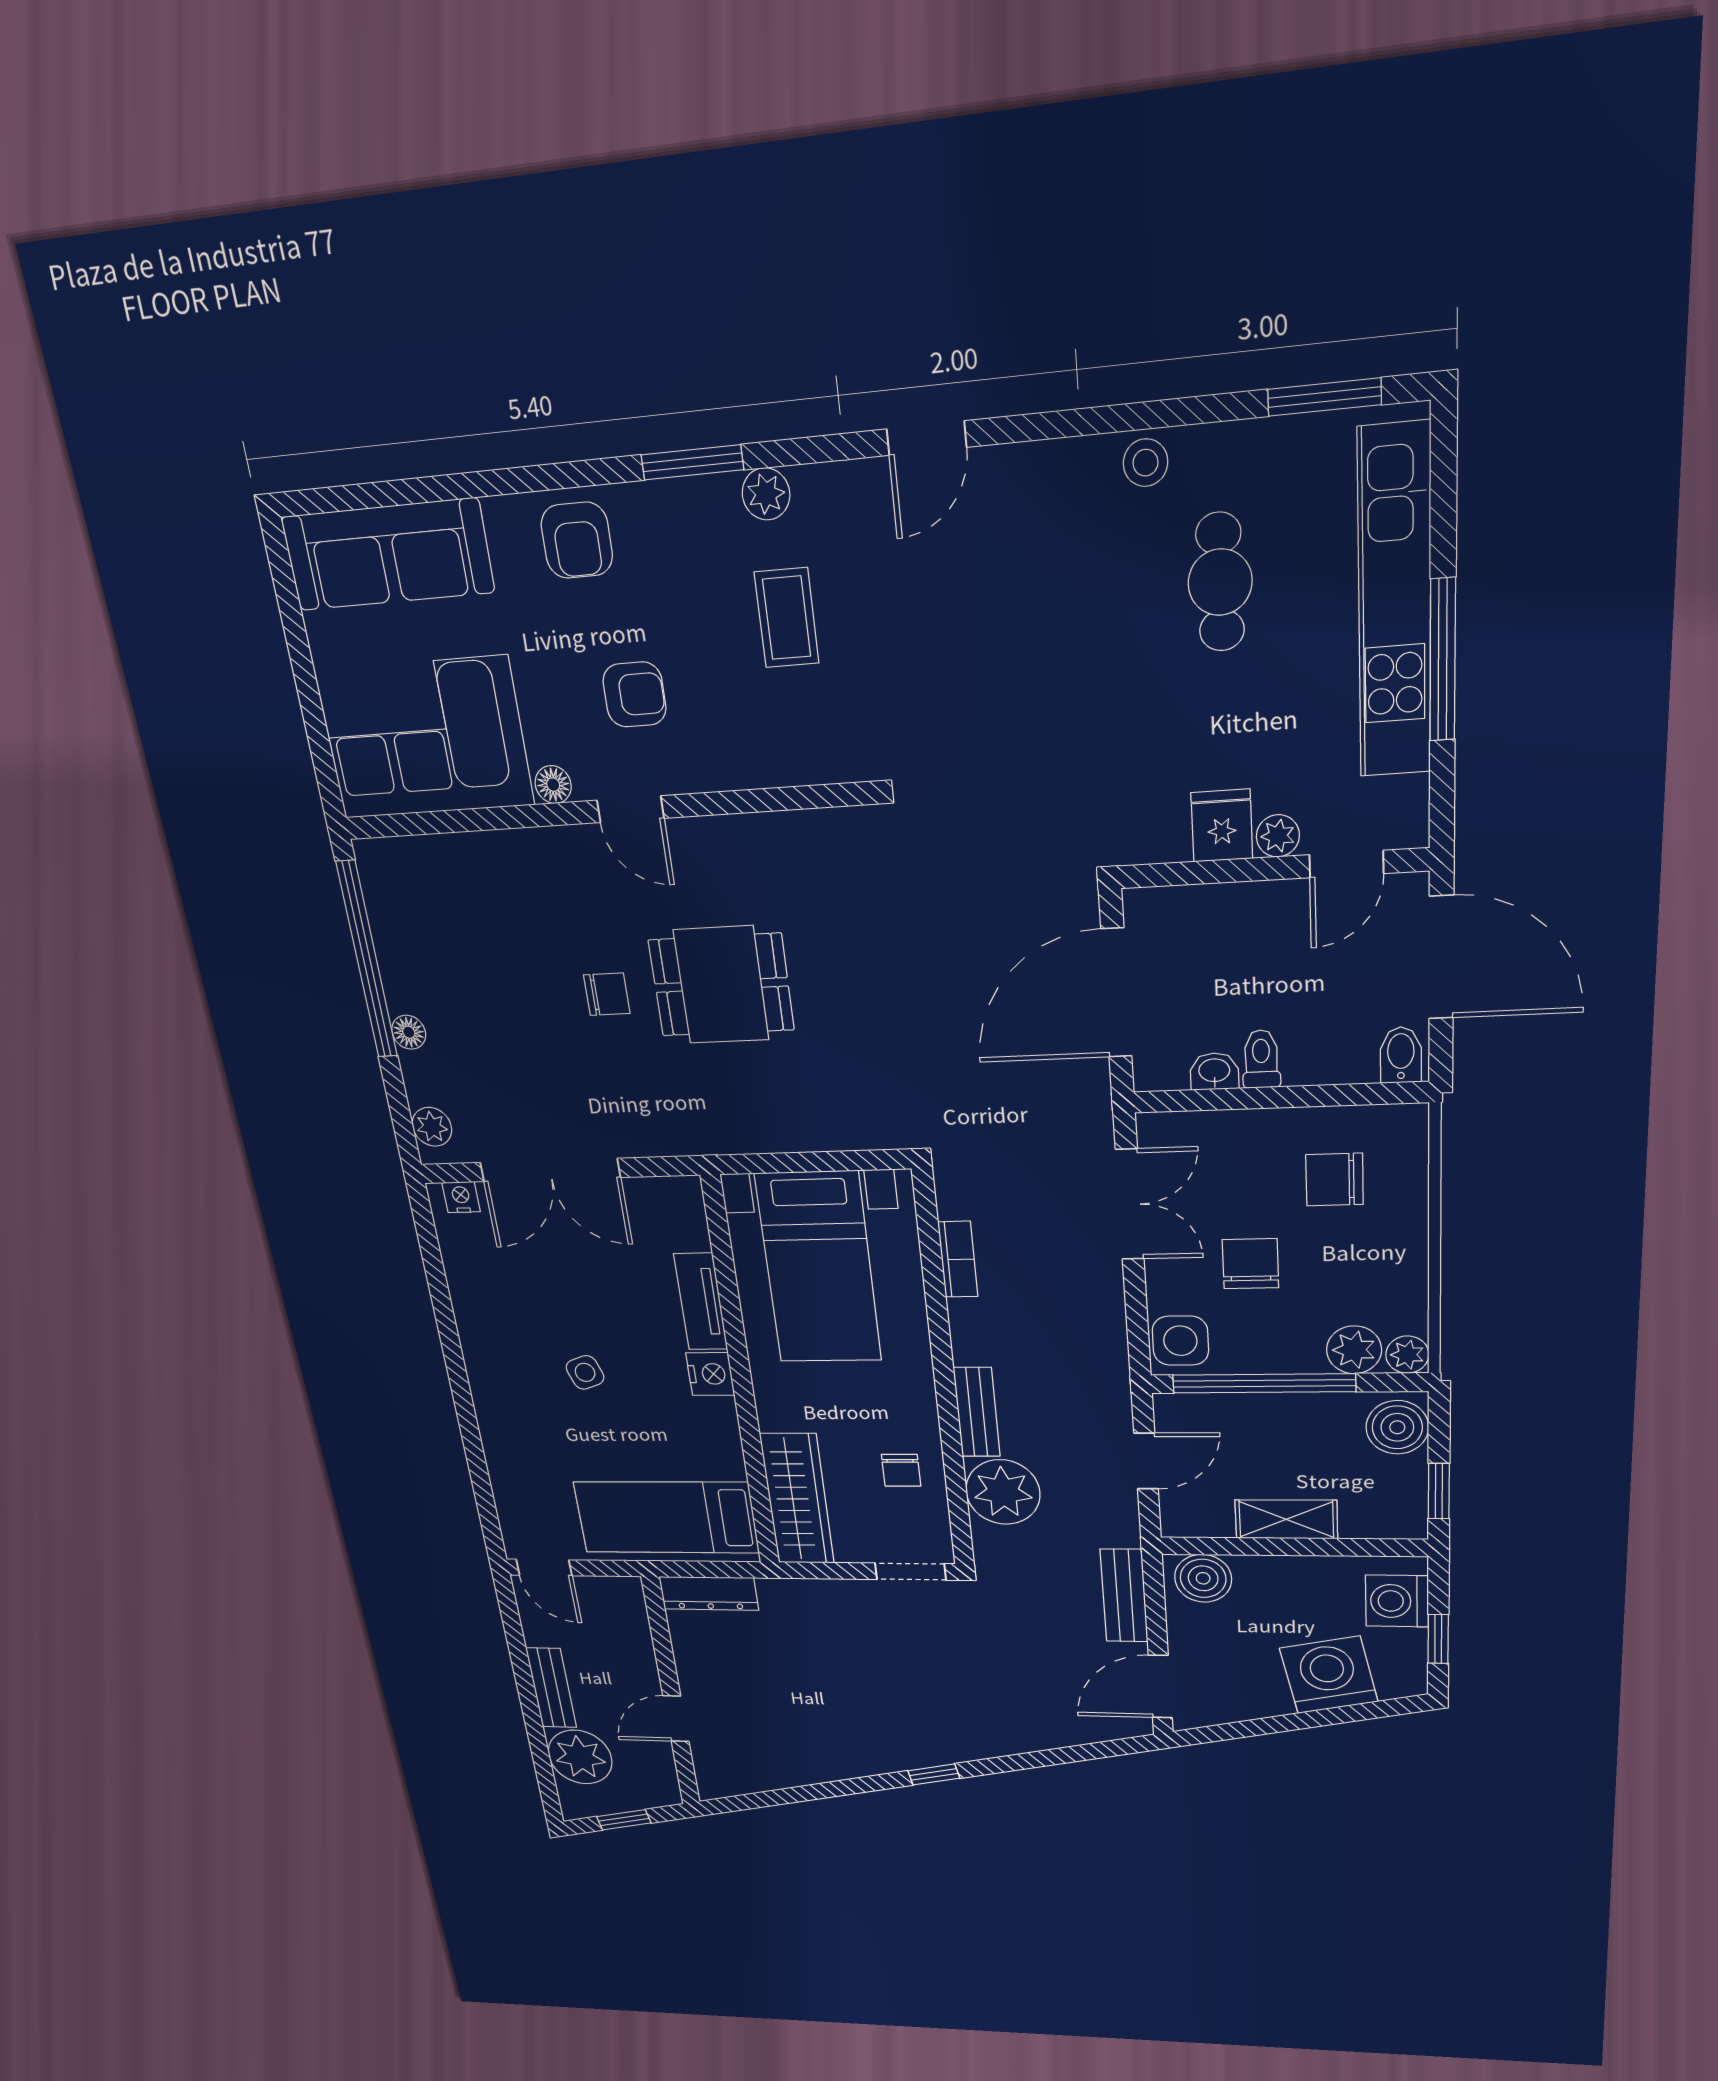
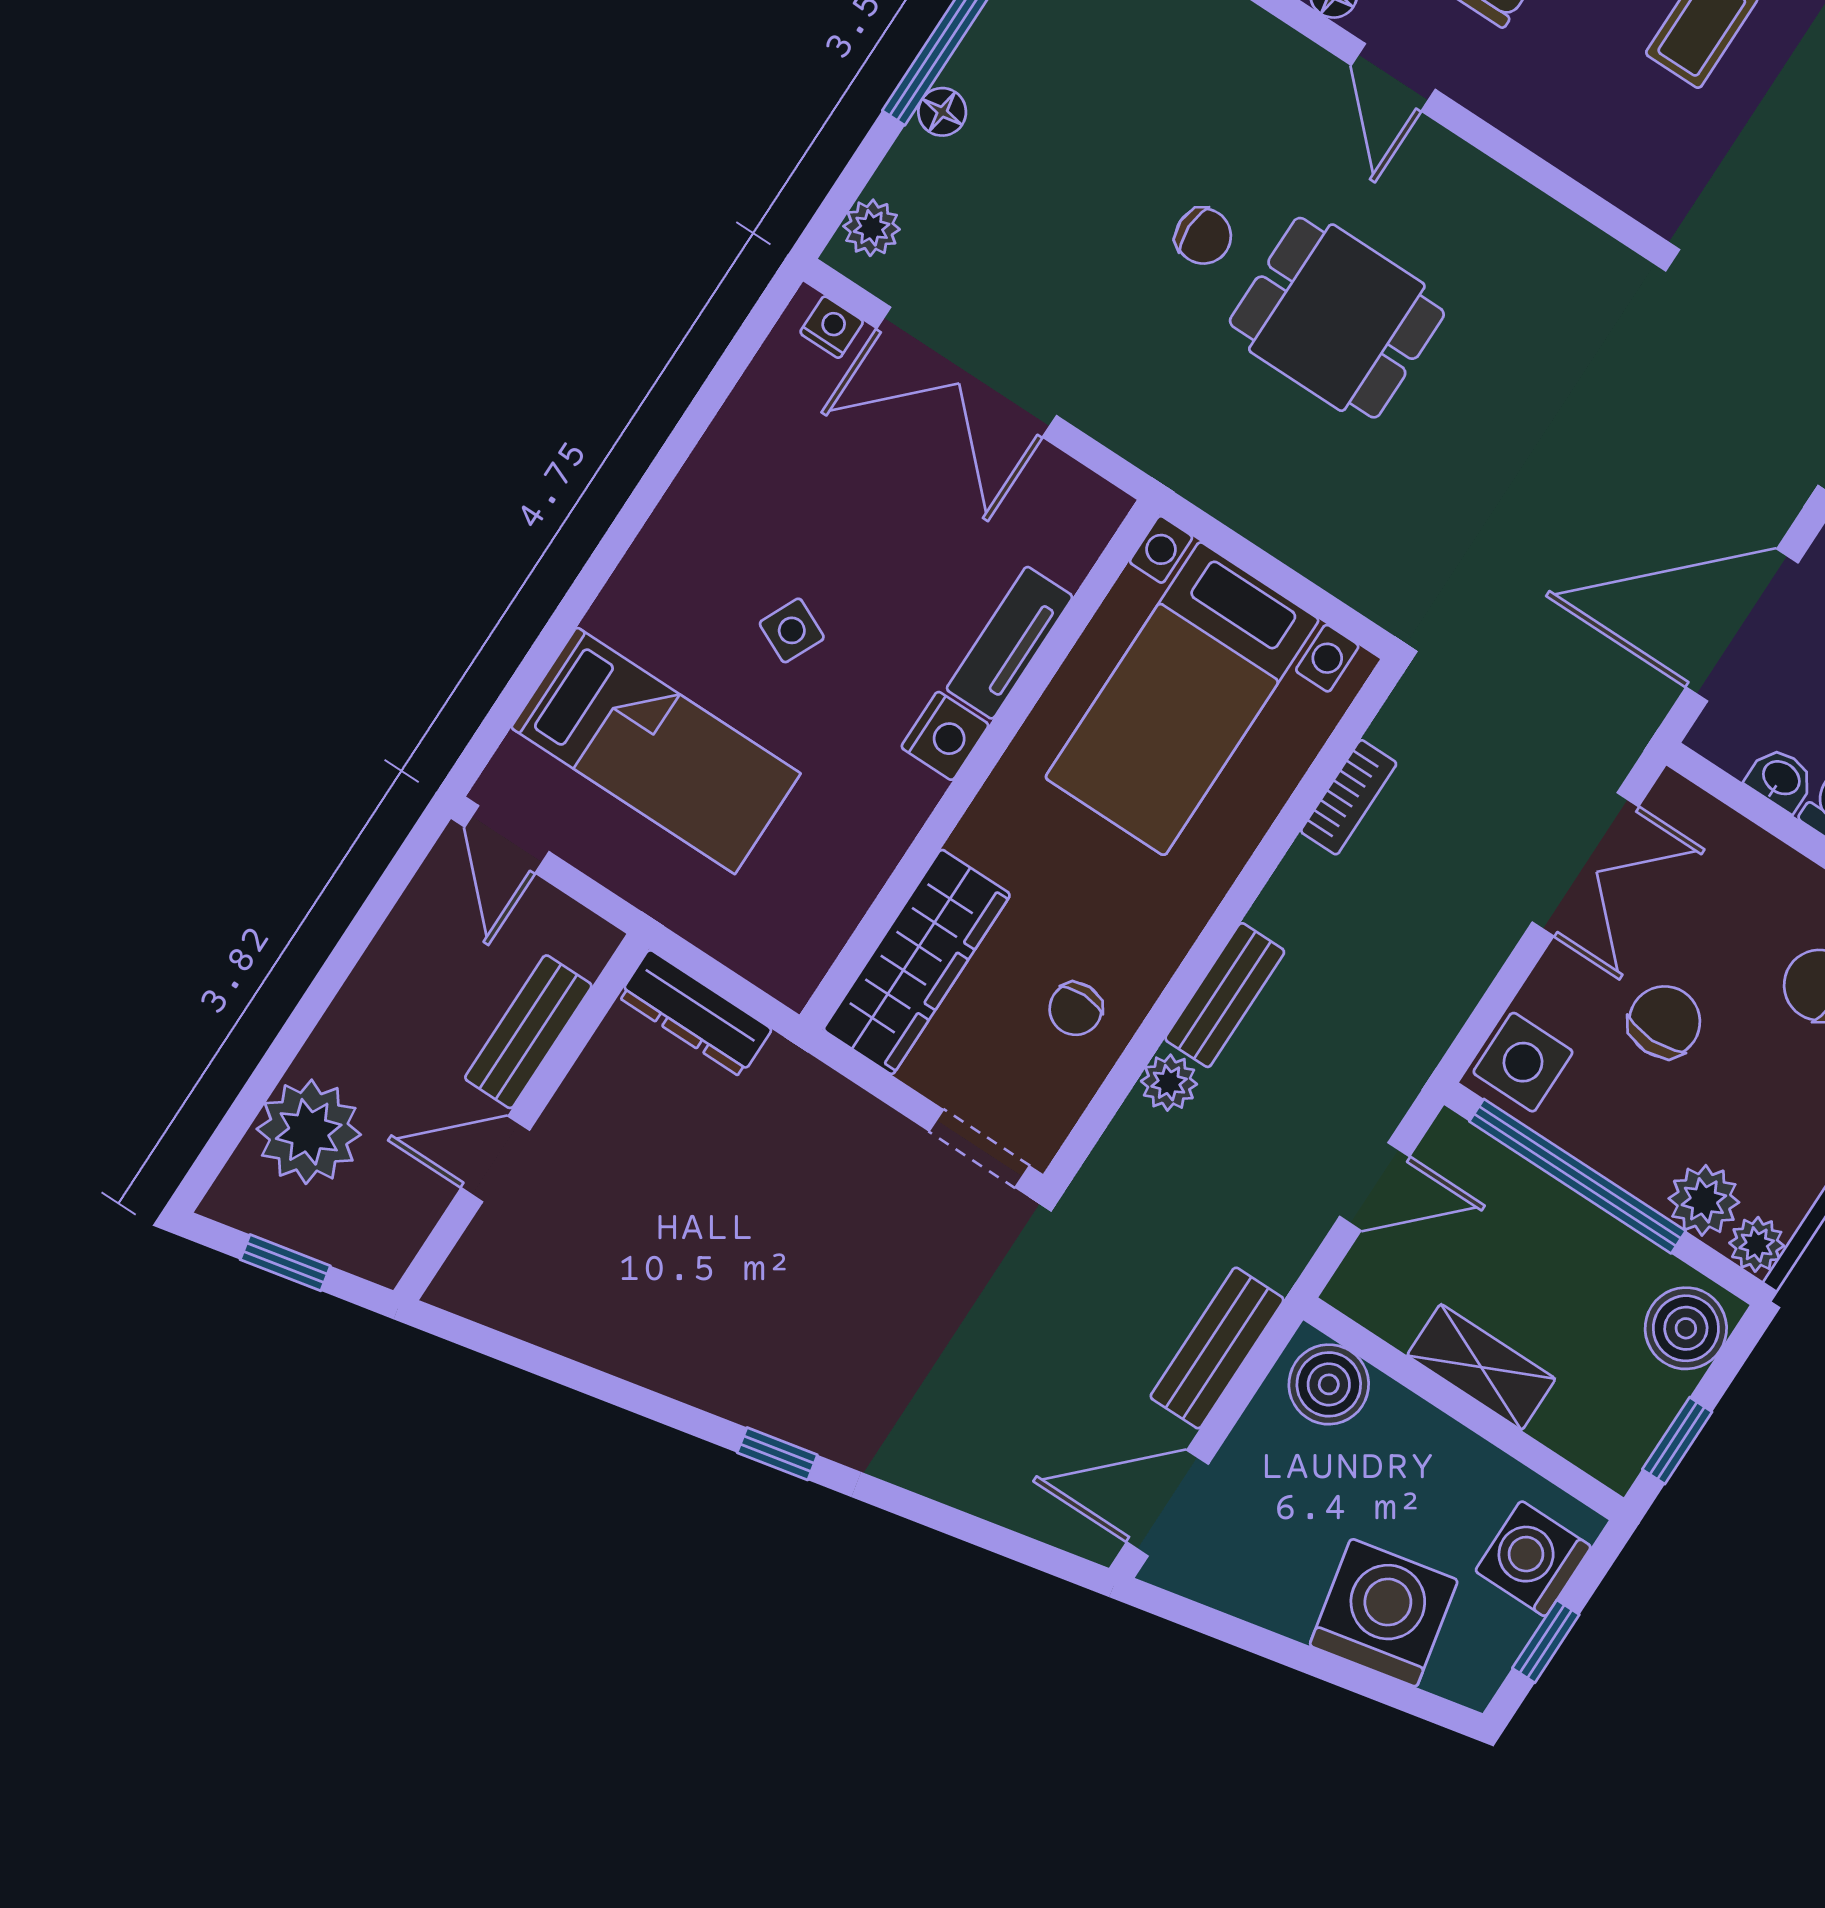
side table: (585, 1372) -> (792, 630), turned 45
plant: (1003, 1492) -> (1169, 1083), width x0.53, depth x0.53
bed: (666, 1518) -> (656, 751), moved, turned 180
bench: (551, 1688) -> (528, 1032), moved

